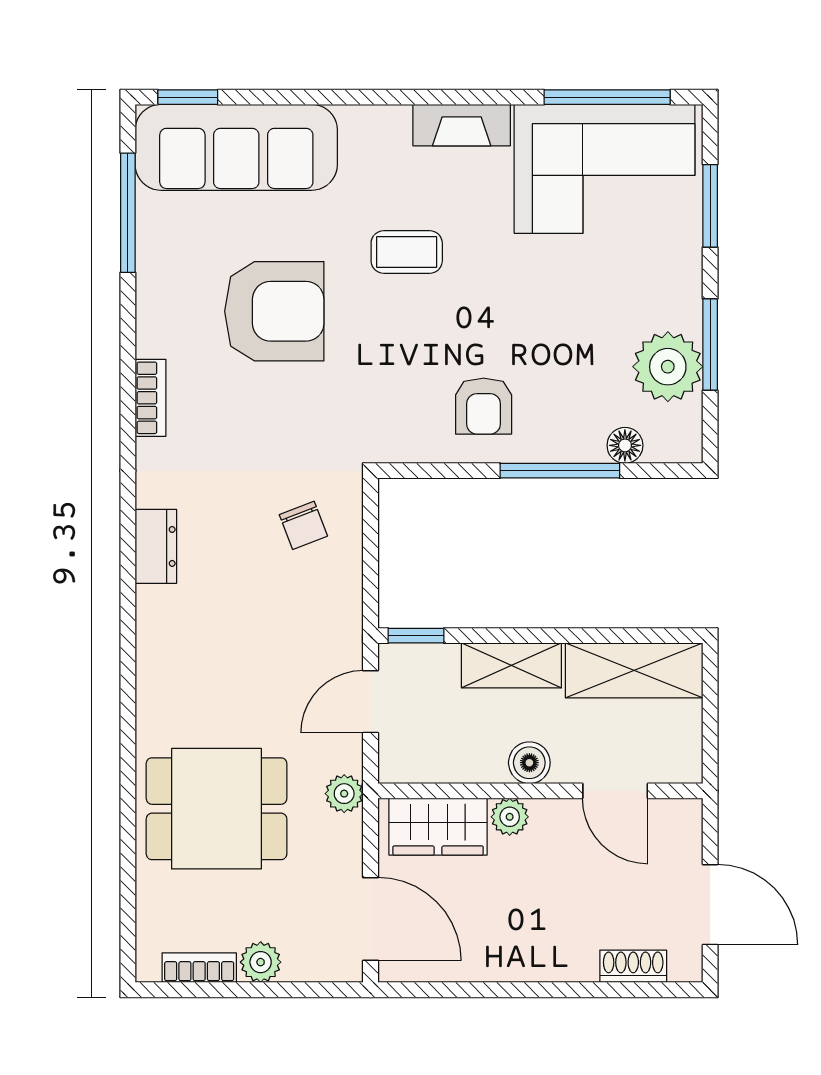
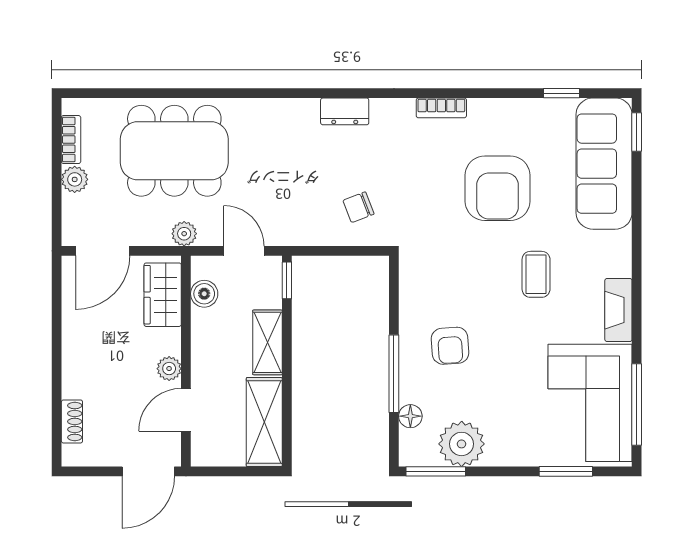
window: (128, 213) -> (562, 93), width x0.46
window: (710, 344) -> (436, 471), moved
armchair: (484, 406) -> (450, 346), moved, turned -94
boiler: (529, 763) -> (204, 294), moved
dining table: (217, 809) -> (174, 151), width x1.37
plant: (510, 817) -> (169, 369), moved
door: (710, 905) -> (148, 471), moved

